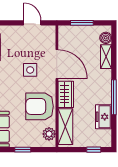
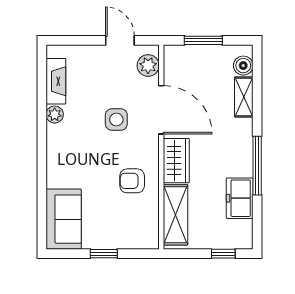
armchair: (40, 106) -> (132, 181), width x0.53, depth x0.53
plant: (49, 134) -> (148, 65), moved

